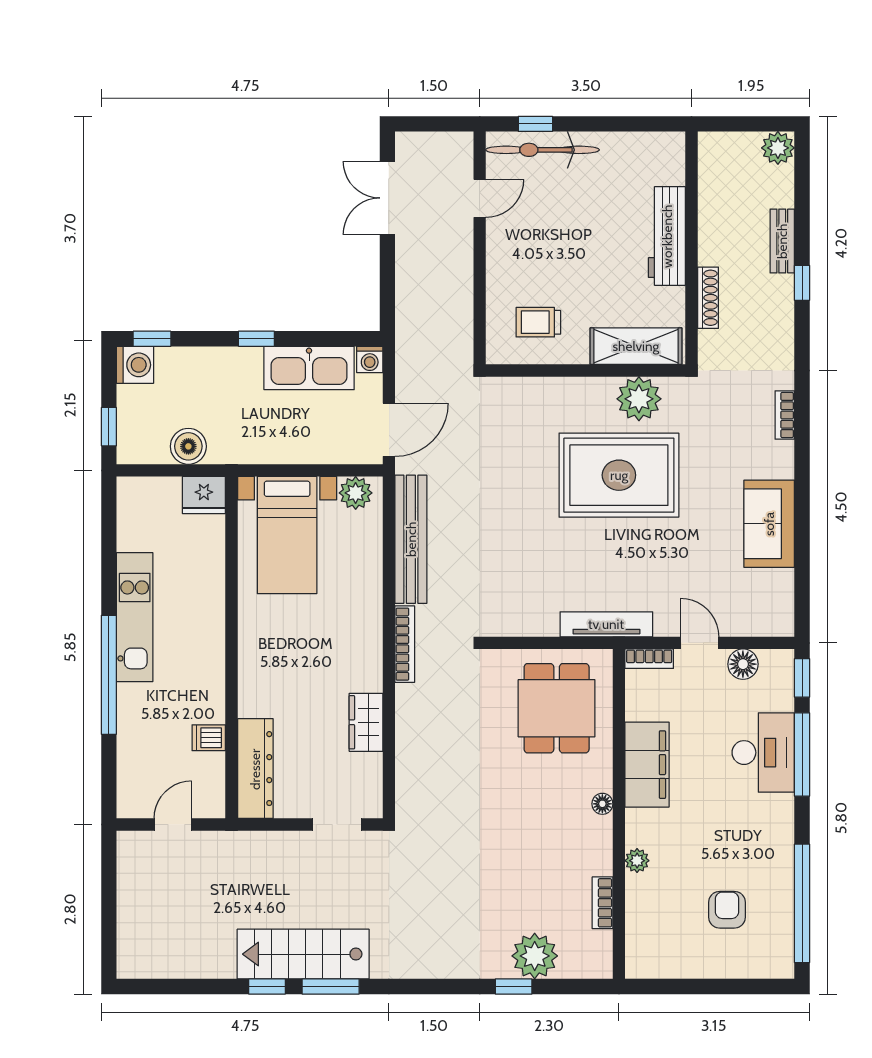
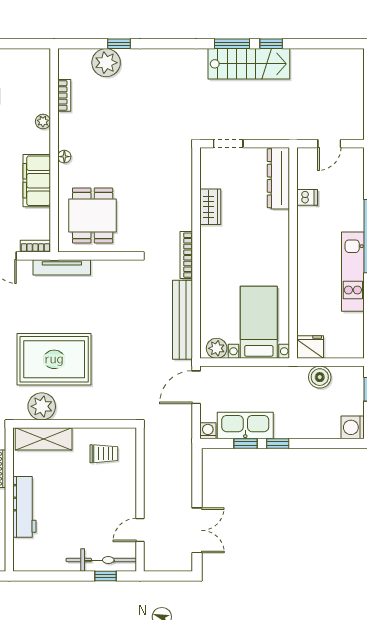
window: (152, 339) -> (245, 443), moved

